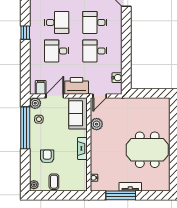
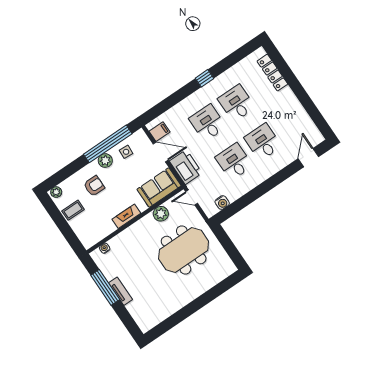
desk: (57, 22) -> (236, 103), turned 180
plant: (35, 103) -> (105, 161), moved
meeting table: (147, 150) -> (184, 250), moved, turned 90

